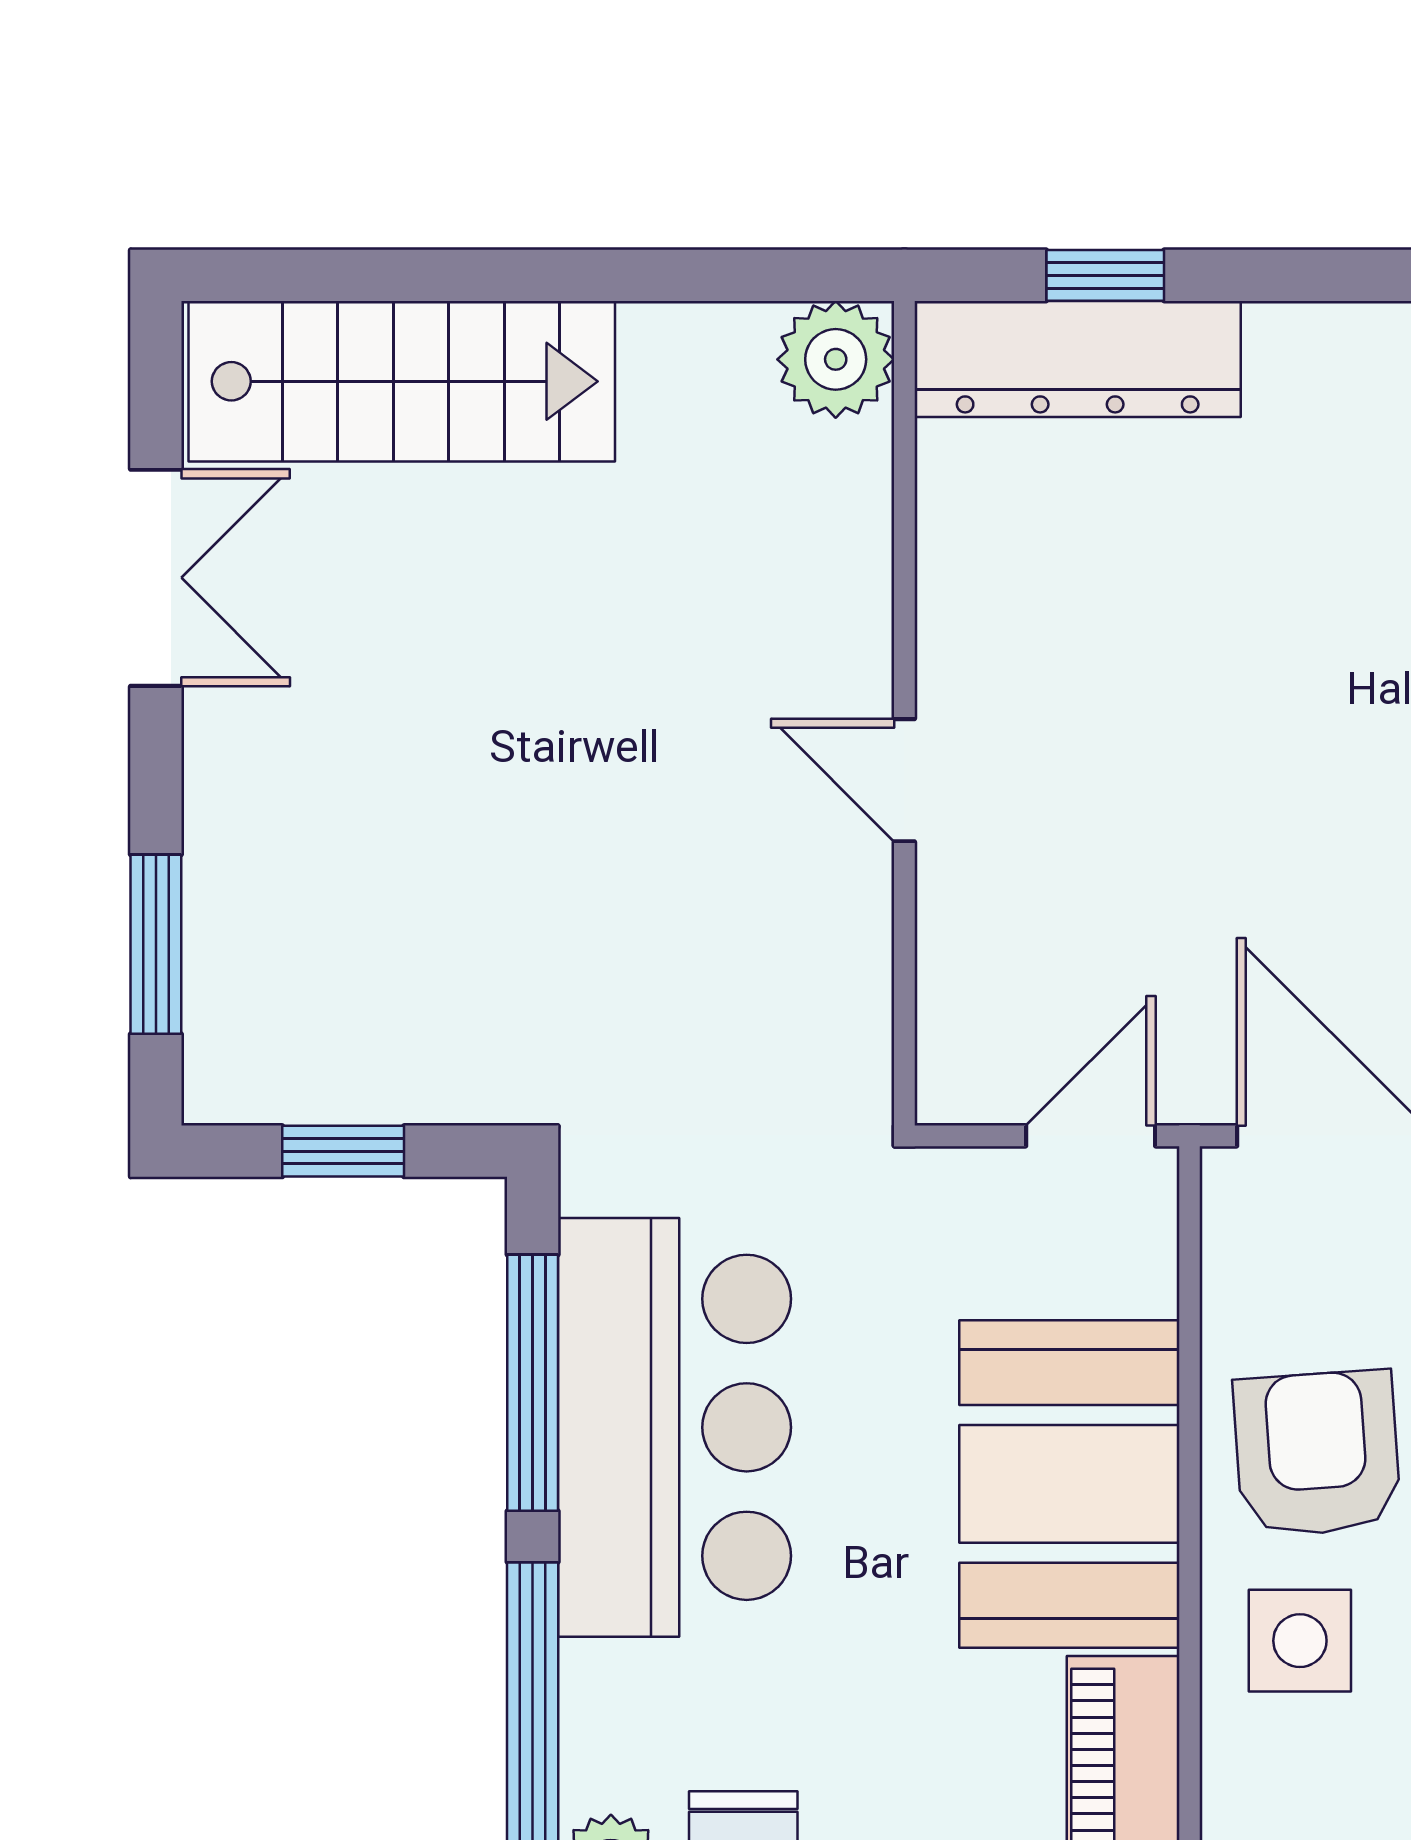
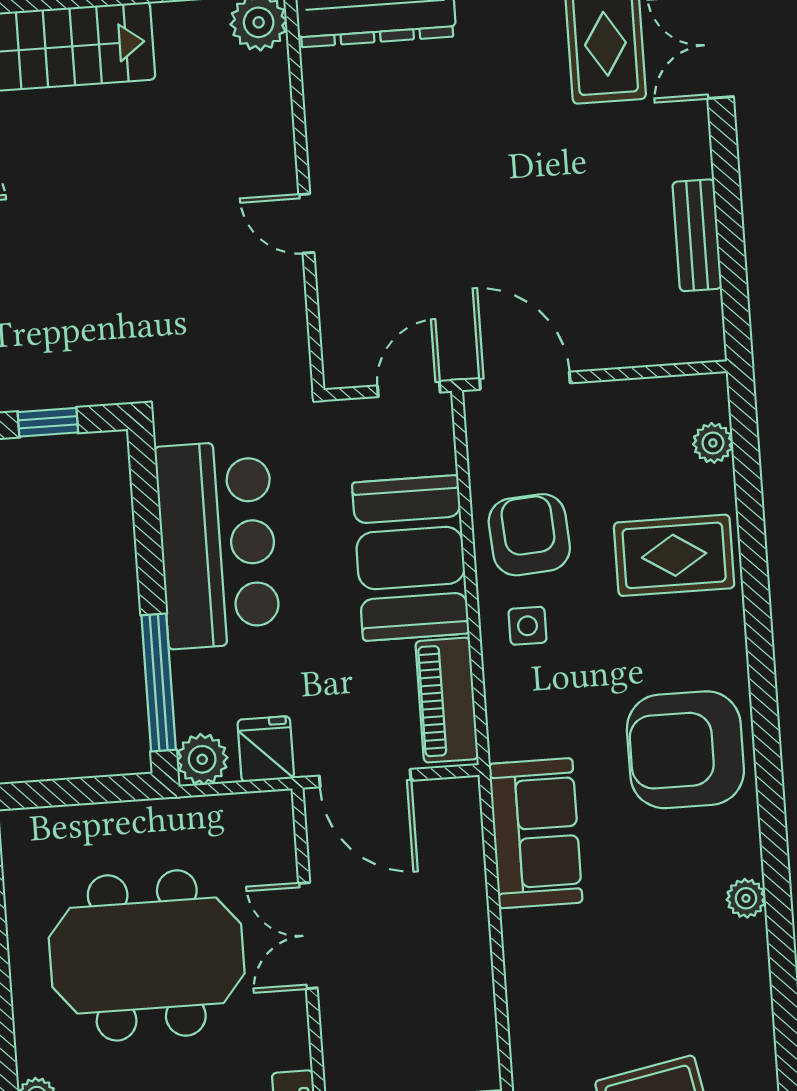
window: (533, 1383) -> (148, 528), removed
side table: (1300, 1641) -> (527, 626), width x0.73, depth x0.73

